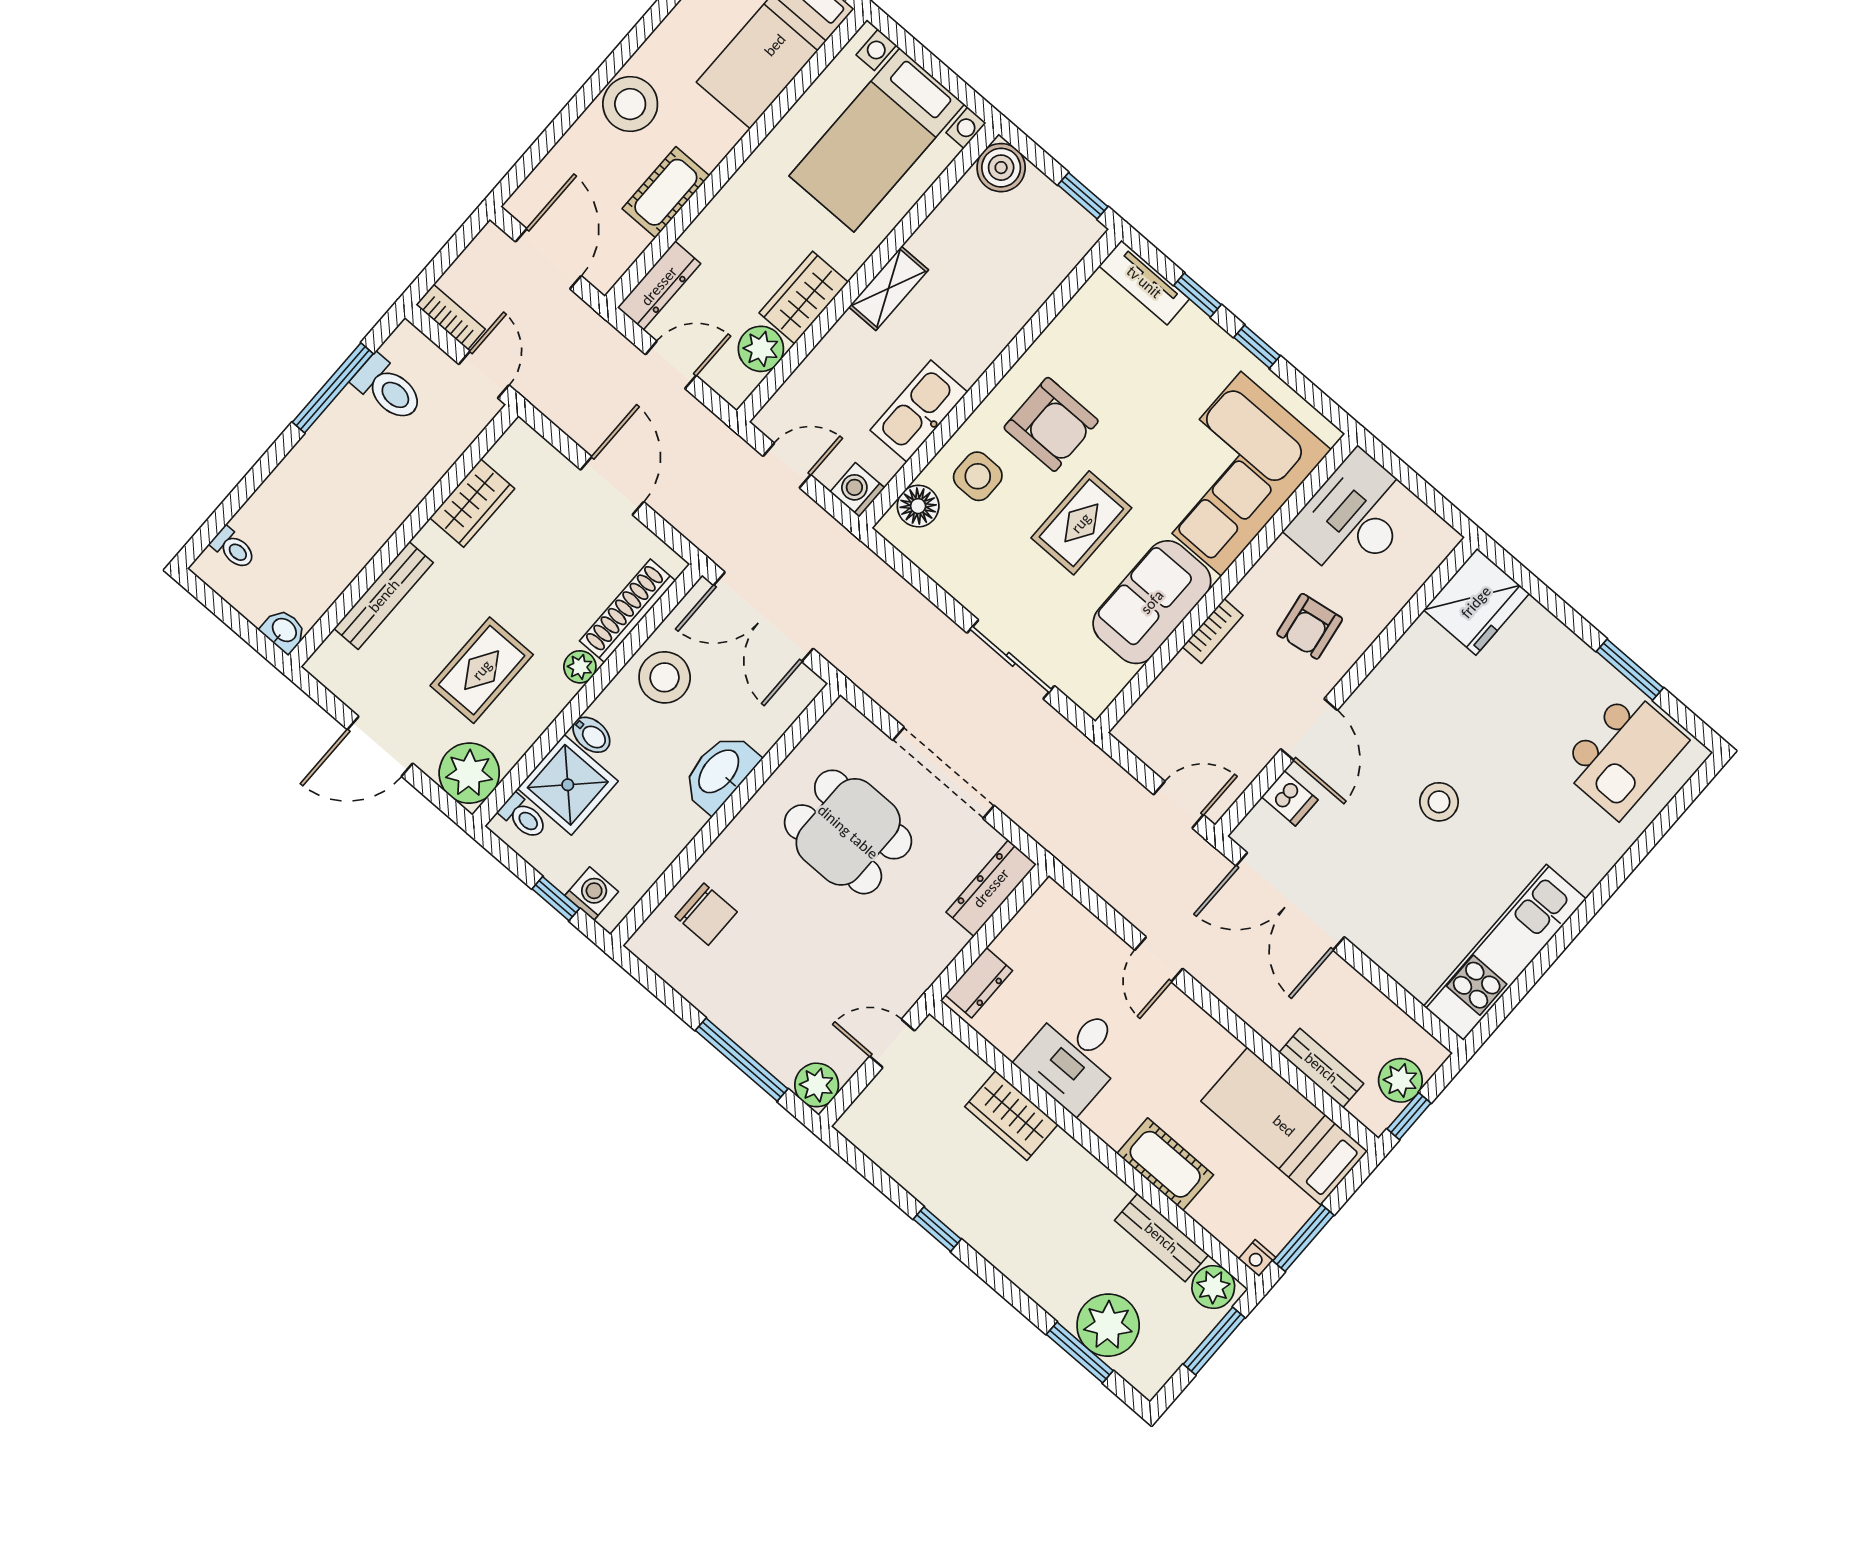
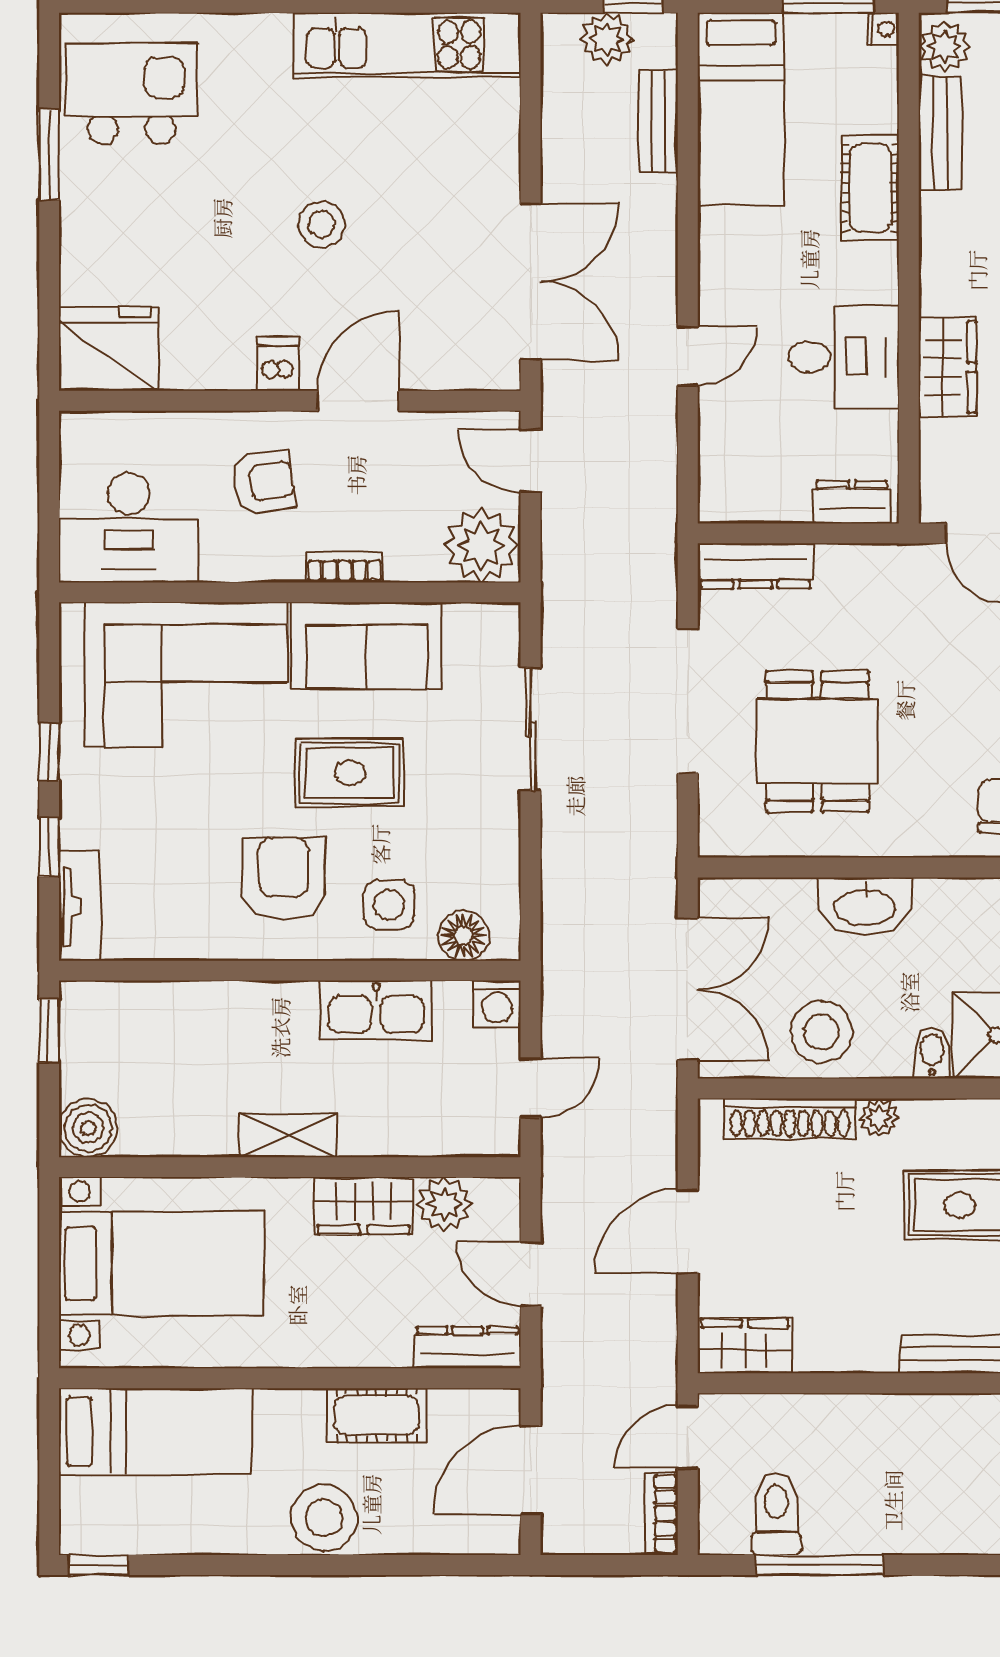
door: (787, 465) -> (531, 1088), swing flipped
wardrobe: (472, 503) -> (745, 1346), moved
plant: (1152, 728) -> (481, 545), added
dishwasher: (1290, 798) -> (278, 364), moved

